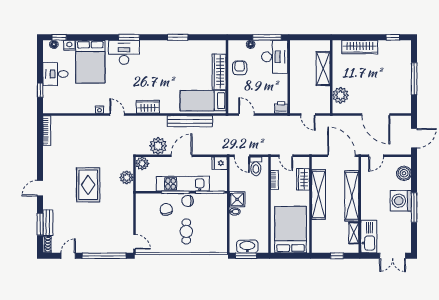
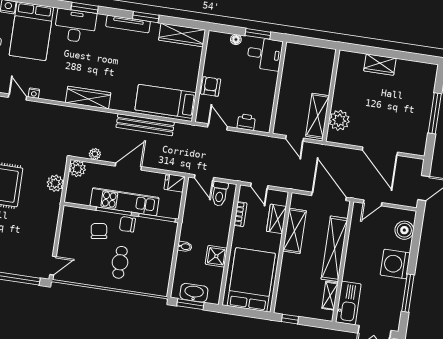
window: (267, 37) -> (258, 34), width x0.69
window: (393, 37) -> (416, 57), removed
tv unit: (165, 45) -> (128, 24), added
wardrobe: (360, 47) -> (380, 65), width x0.67
desk: (275, 57) -> (265, 54), width x0.73
armchair: (240, 68) -> (211, 86), moved
shelving: (323, 69) -> (318, 116), moved
wardrobe: (219, 72) -> (182, 35), moved, turned -90
wardrobe: (148, 107) -> (88, 98), width x1.50
printer: (281, 107) -> (246, 122), moved
door: (117, 115) -> (18, 97), moved
plant: (158, 146) -> (95, 154), width x0.53, depth x0.53
shelving: (319, 195) -> (295, 231), width x0.68
shower: (237, 199) -> (216, 256), moved
window: (414, 207) -> (408, 293), moved
door: (134, 242) -> (53, 266), hinge flipped
window: (337, 256) -> (290, 319), moved

